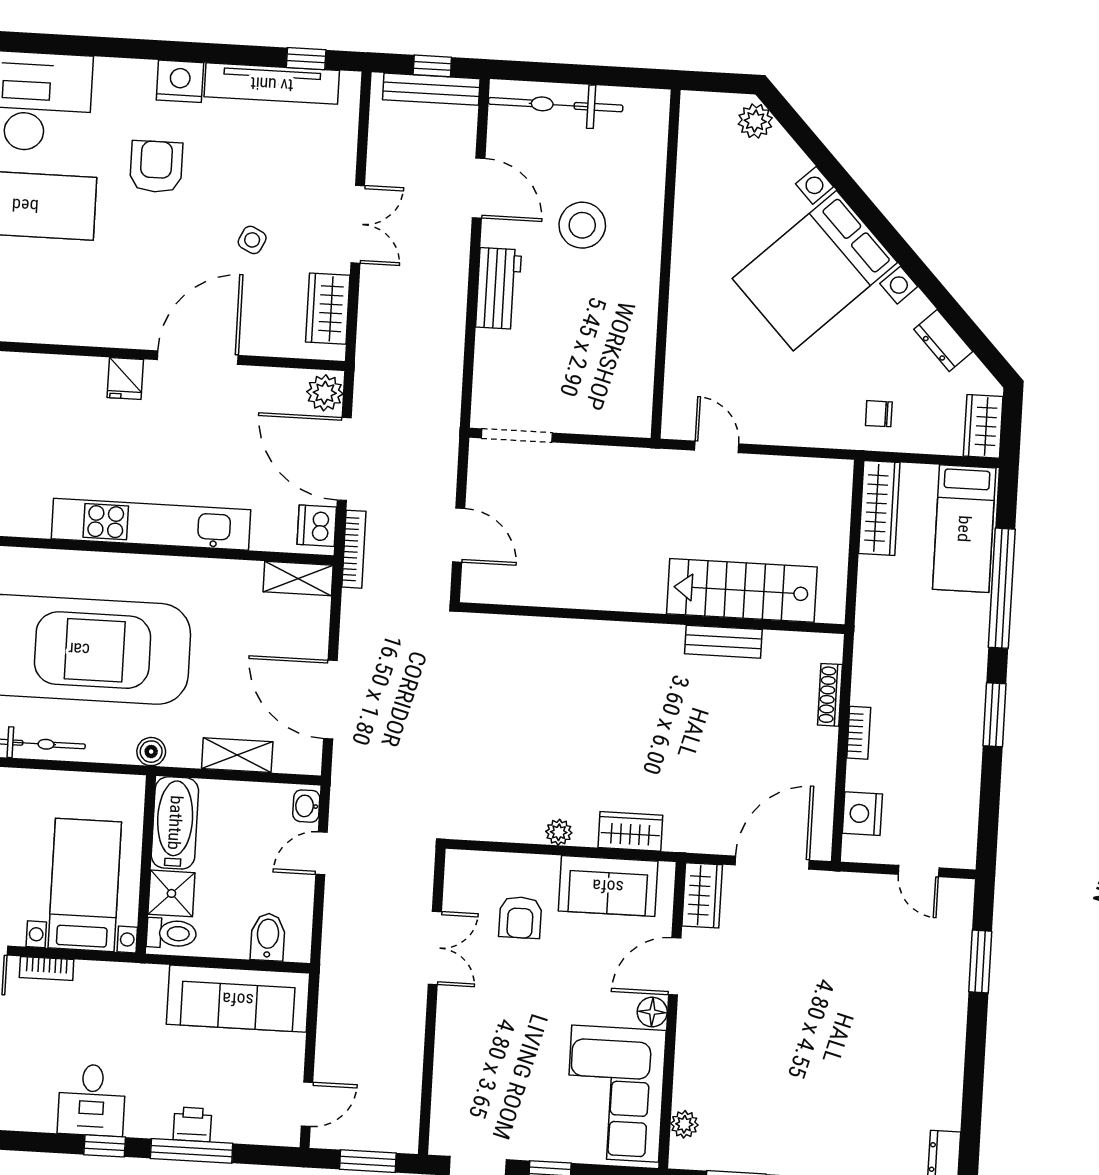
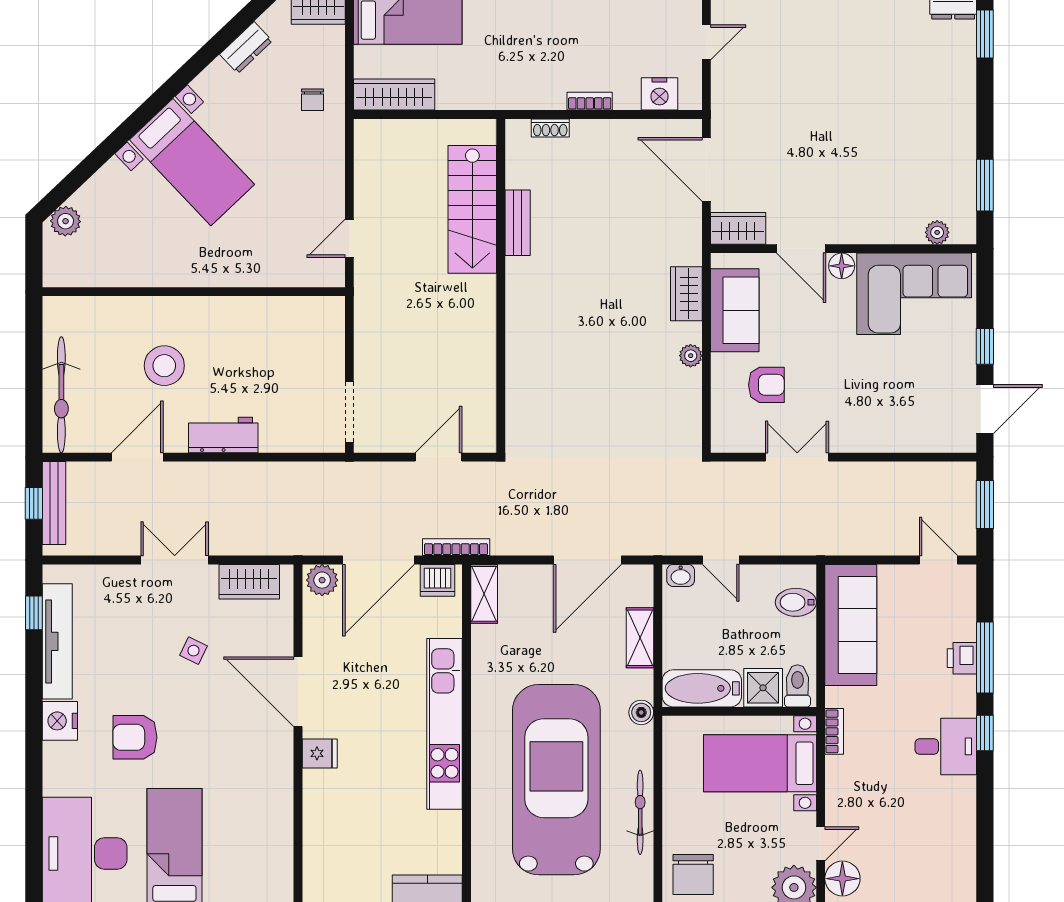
bed with nightstands: (815, 271) -> (192, 162), width x0.73
shoe rack: (830, 695) -> (550, 128), width x0.70
bookcase: (47, 968) -> (834, 731), moved

